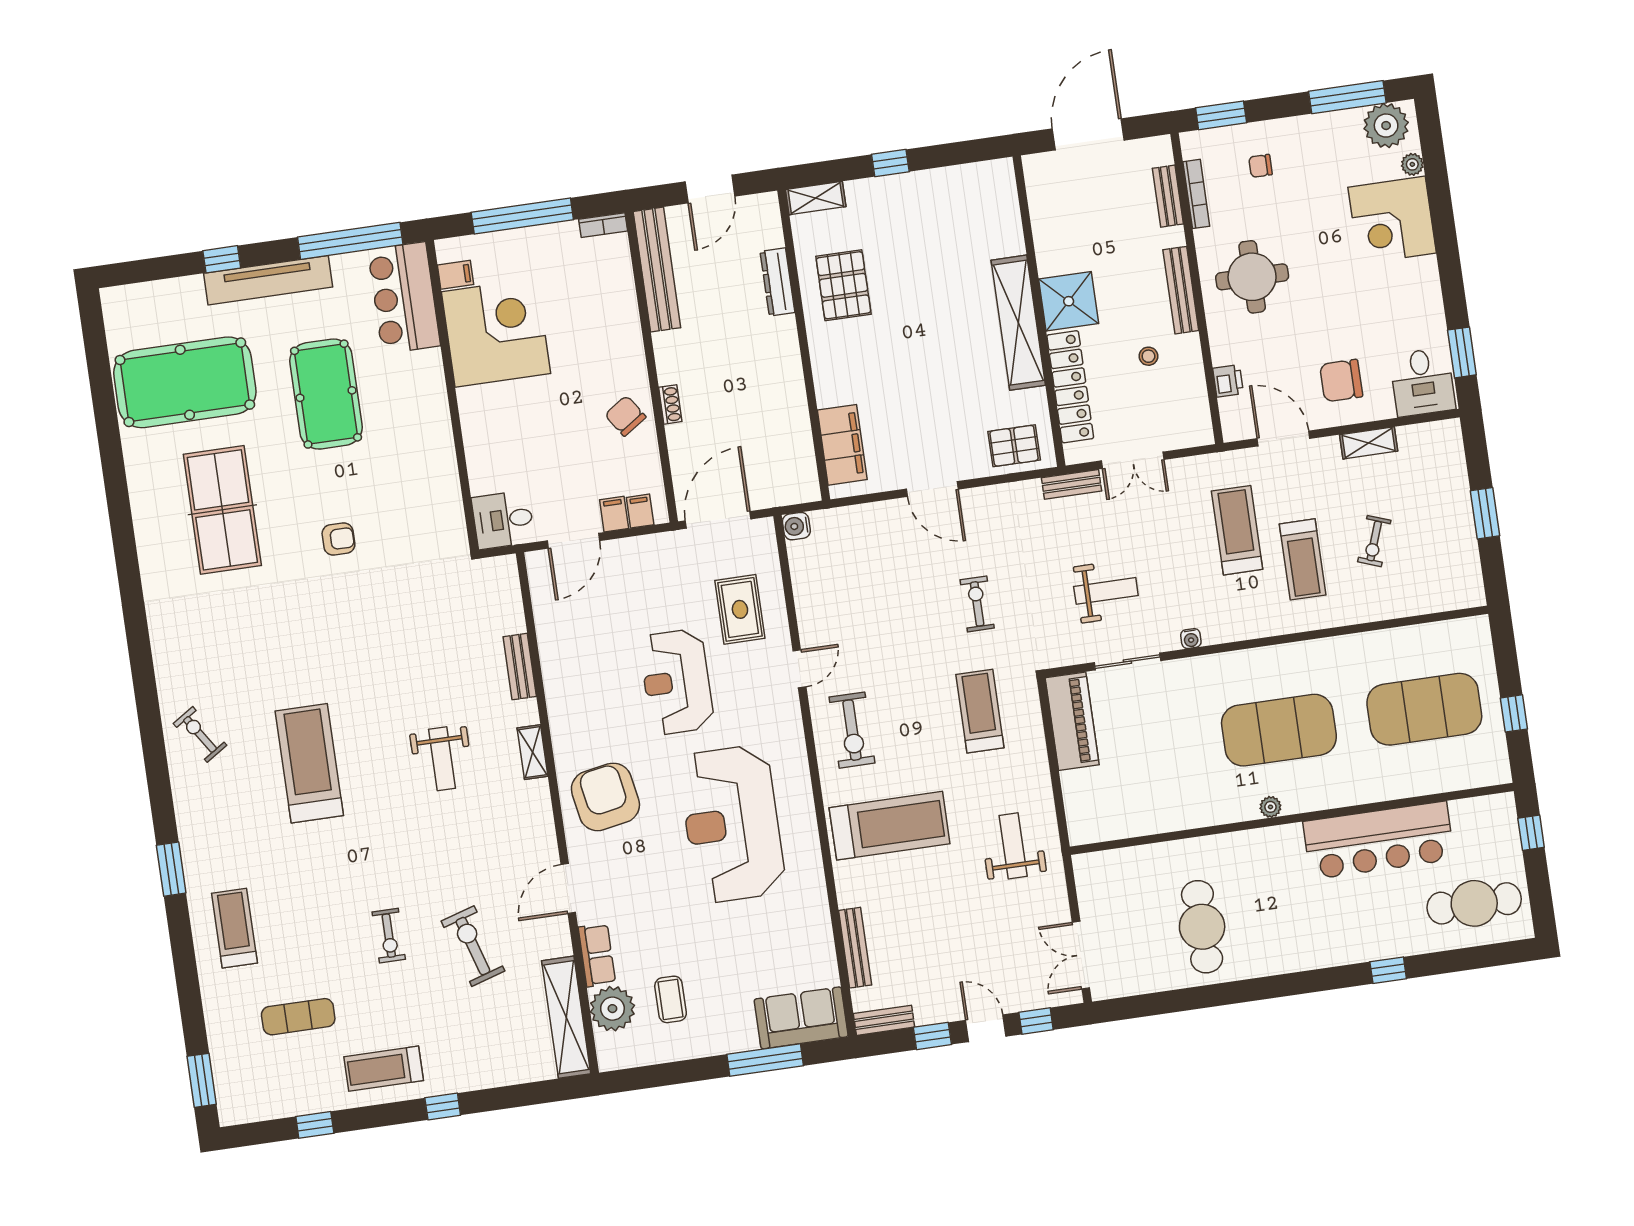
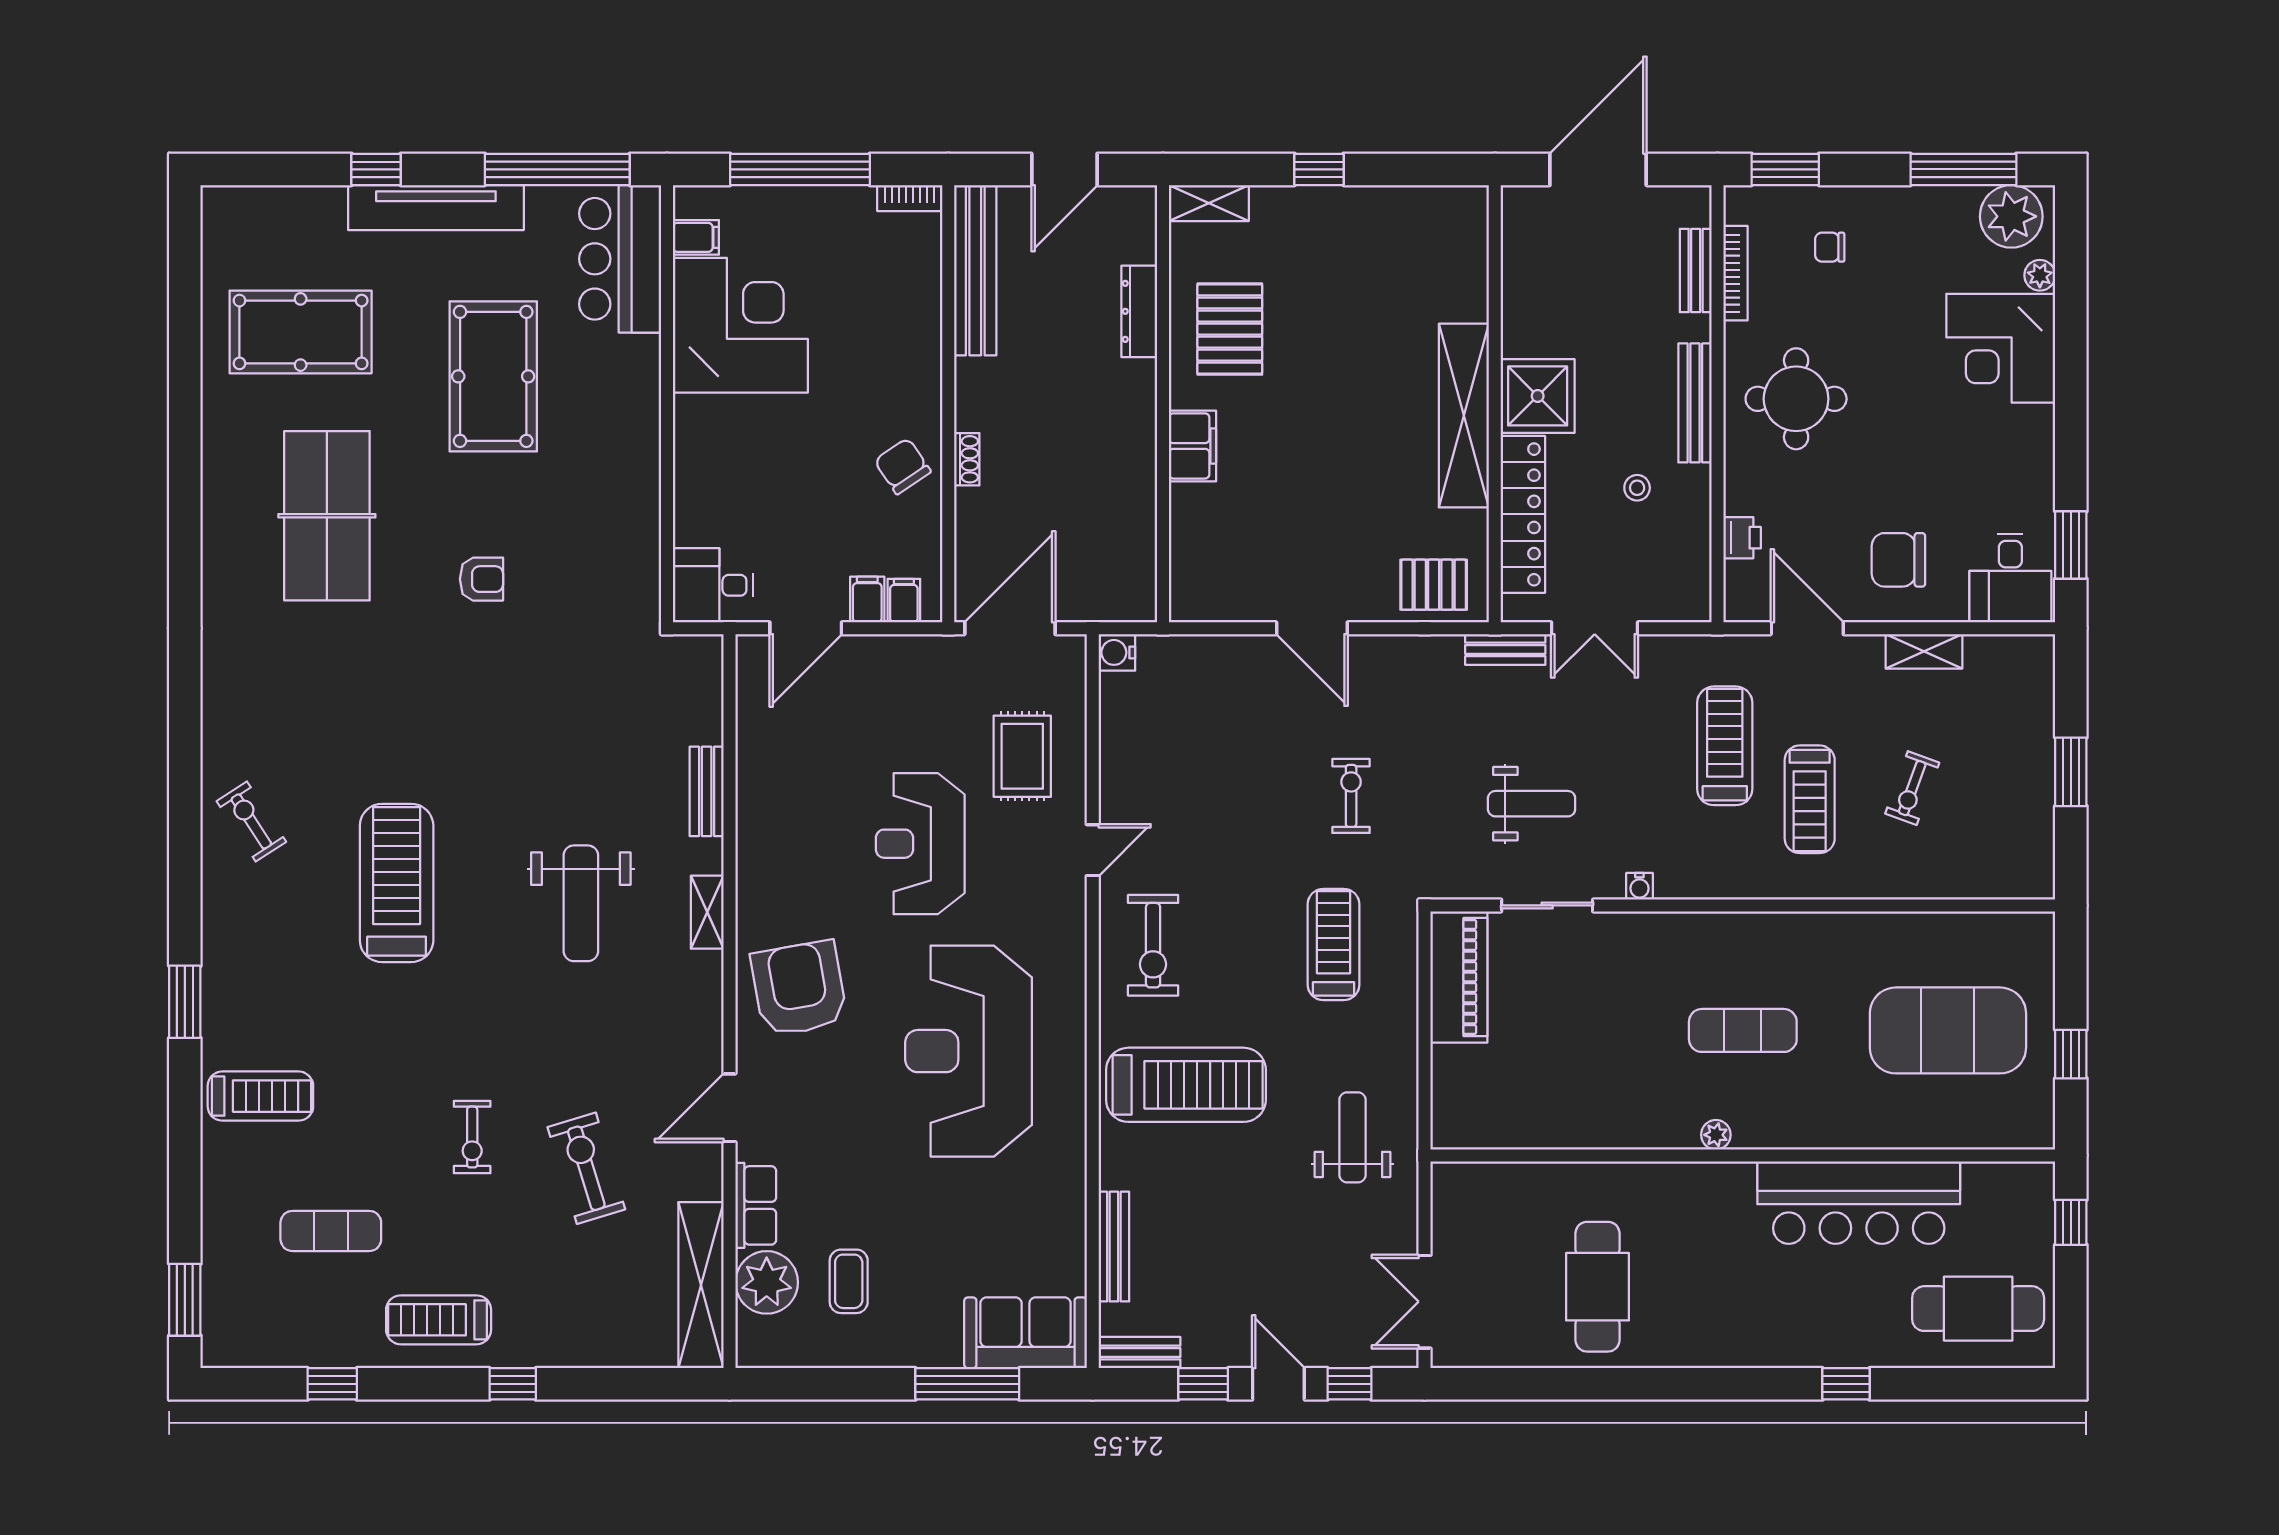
pool table: (185, 382) -> (301, 332), width x0.73, depth x0.76
filing cabinet: (842, 445) -> (1192, 446), moved, width x0.67, depth x0.86
exercise mat: (1279, 730) -> (1743, 1030), width x0.50, depth x0.69
weight bench: (442, 759) -> (581, 903), width x1.36, depth x1.33
treadmill: (234, 928) -> (260, 1096), turned 90

